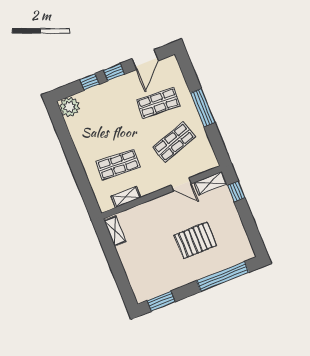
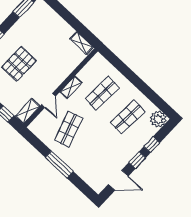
door: (145, 60) -> (118, 180), swing flipped
shop shelf: (158, 103) -> (128, 117), moved
door: (181, 184) -> (49, 100), swing flipped
shelving: (126, 197) -> (71, 87), moved

